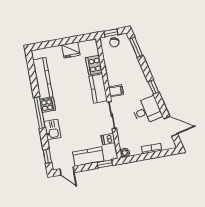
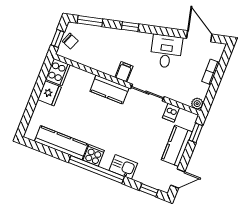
cooker: (94, 65) -> (58, 72), moved, turned -90
window: (153, 87) -> (130, 27), moved
window: (39, 113) -> (96, 170), width x1.46
door: (171, 126) -> (199, 36), hinge flipped

